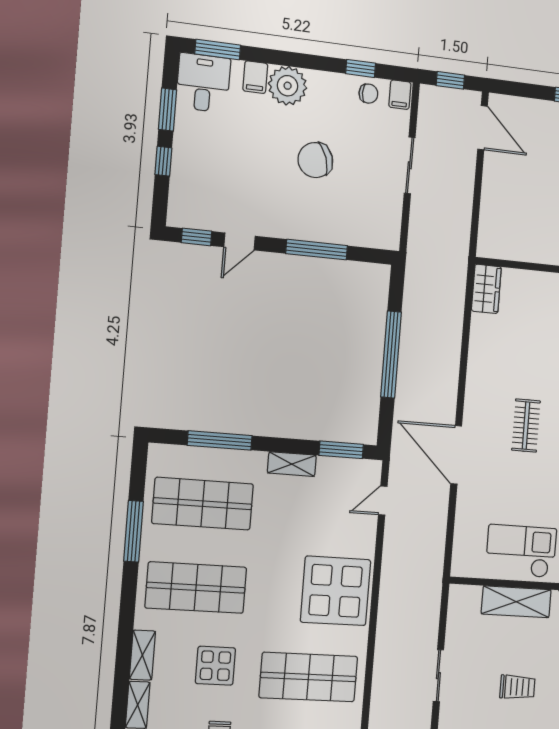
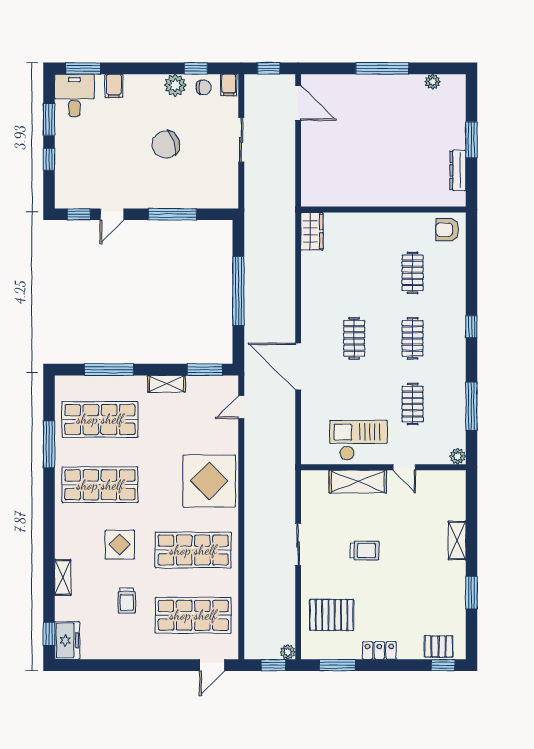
plant: (288, 86) -> (175, 85), moved, width x0.73, depth x0.73
shelving: (142, 655) -> (63, 539), removed

